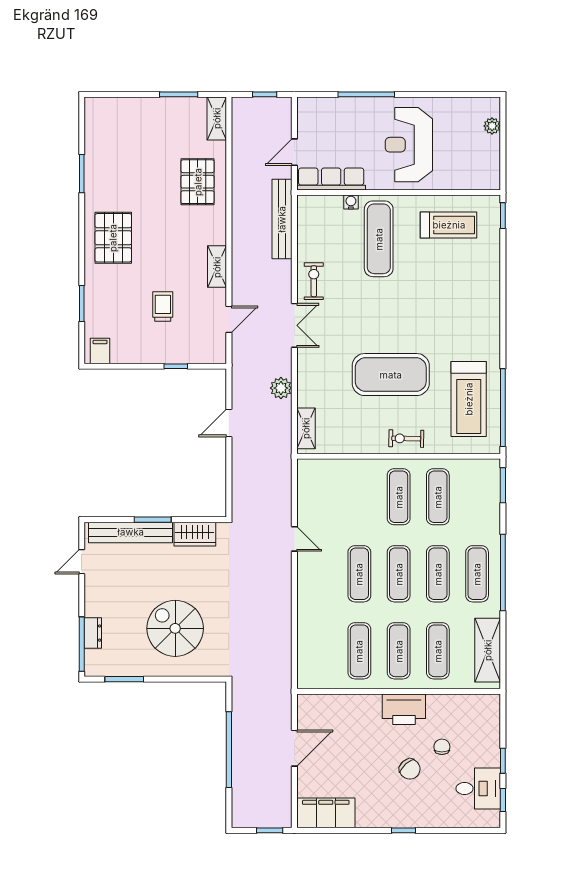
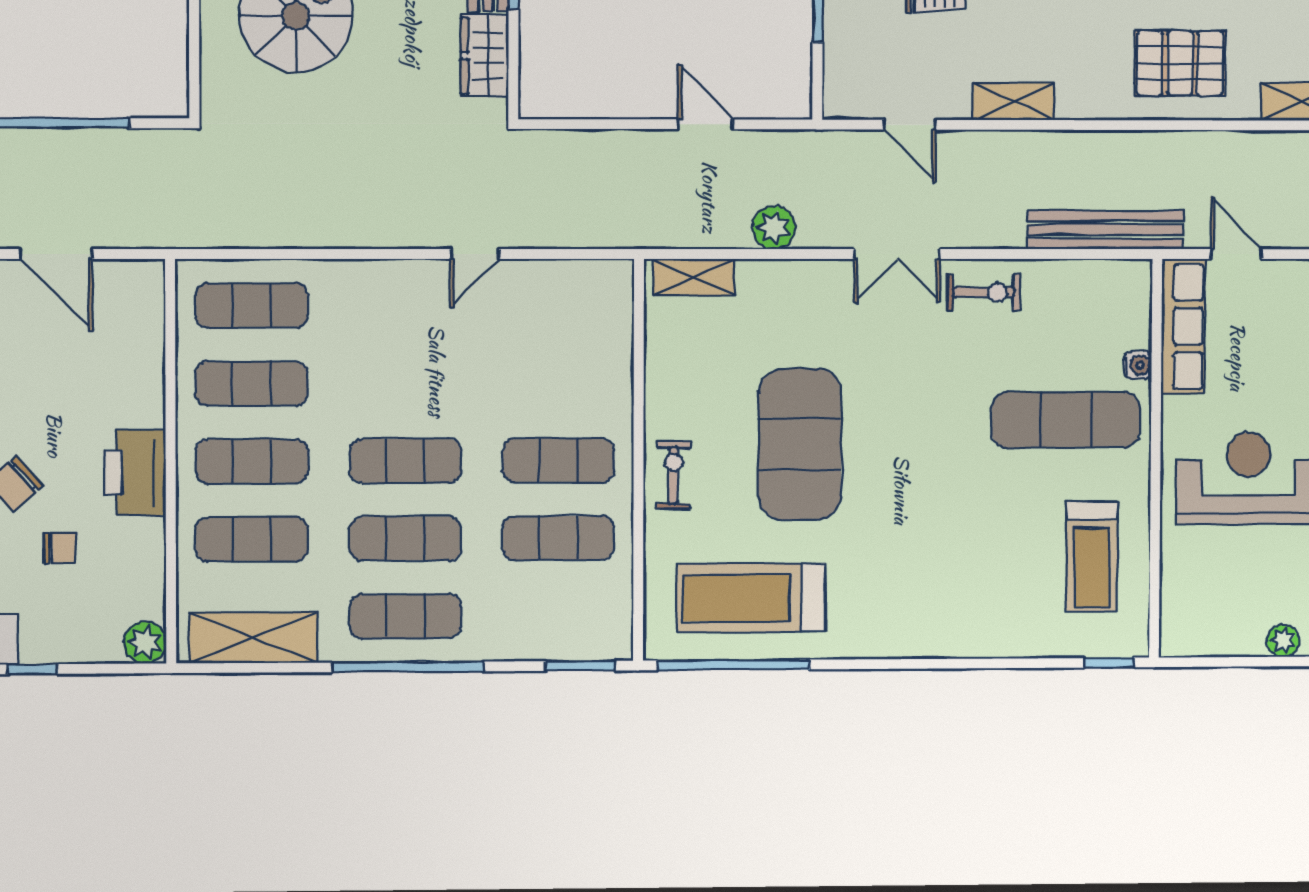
exercise mat: (359, 574) -> (251, 305), moved
plant: (490, 704) -> (145, 642), added

